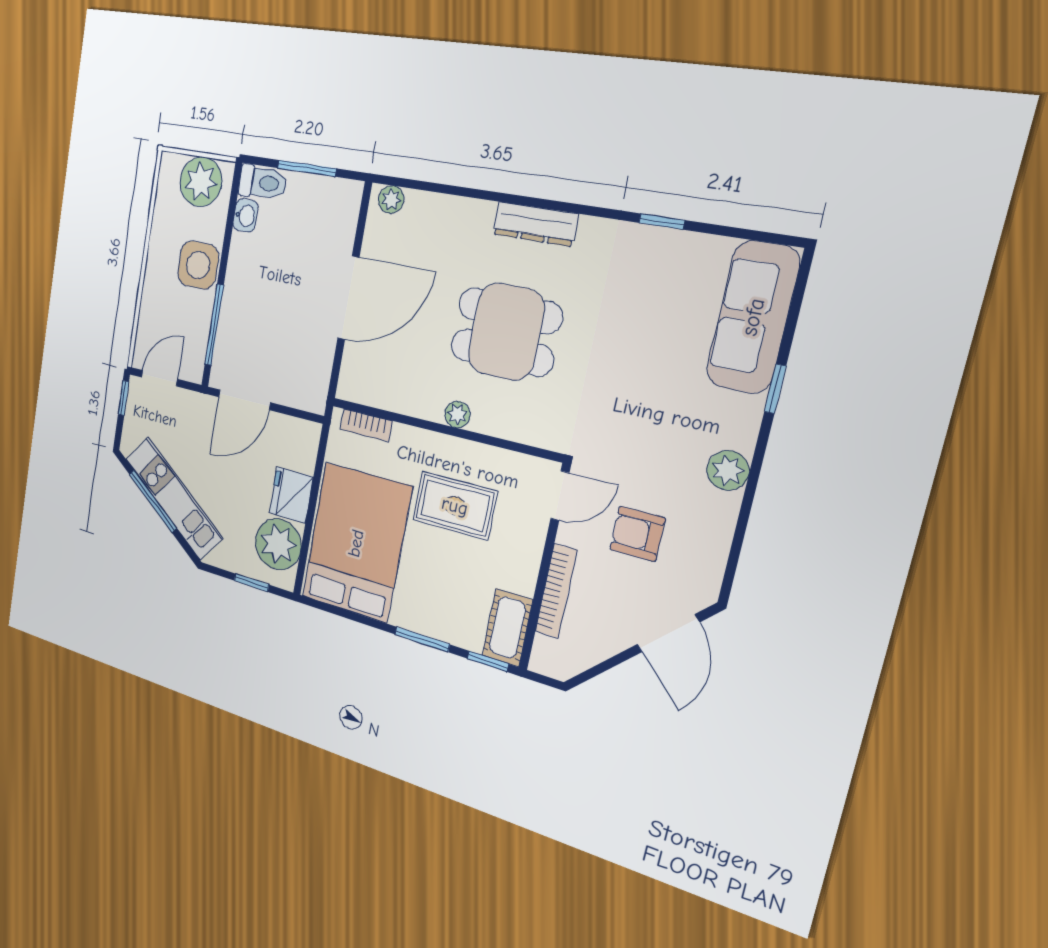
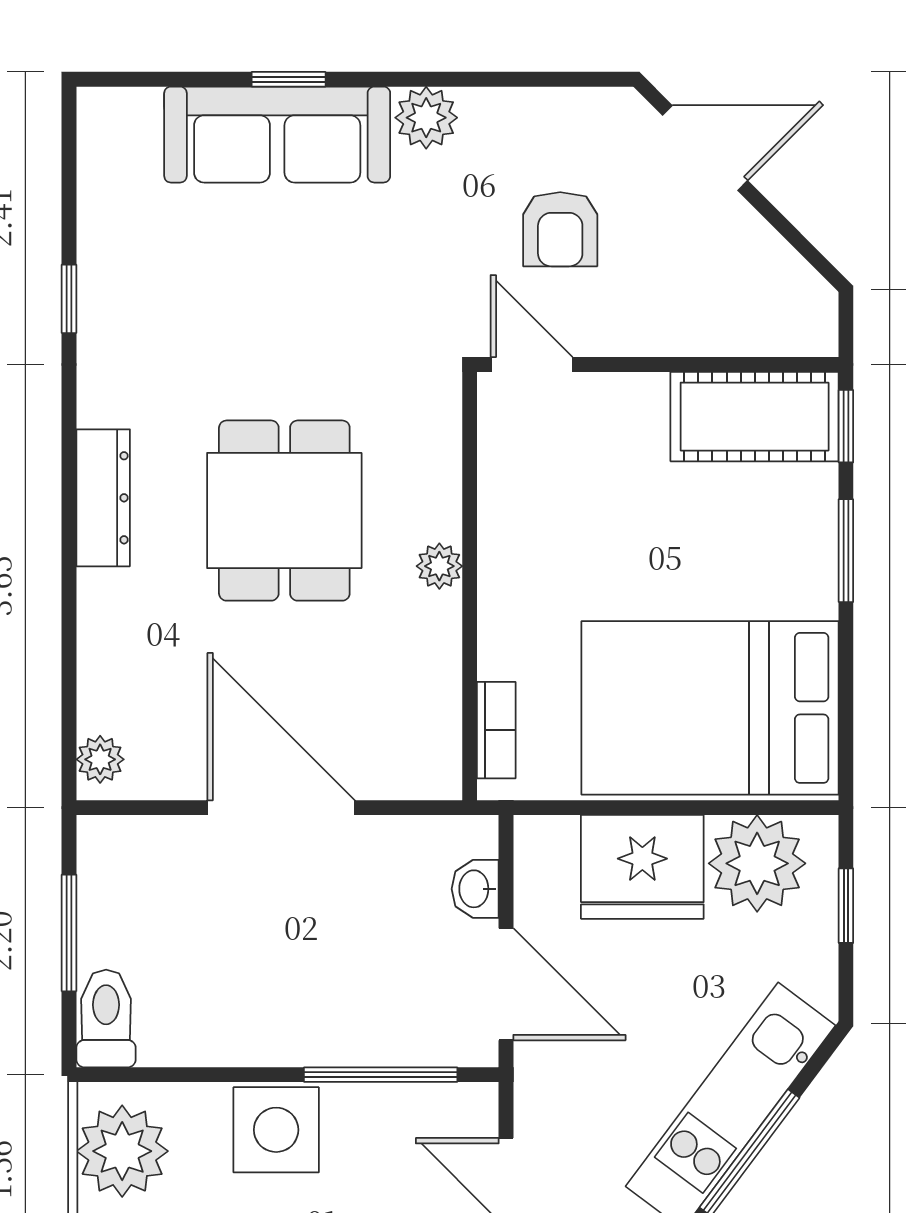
washbasin: (245, 215) -> (475, 889), moved, turned -90
sofa: (753, 317) -> (277, 135), moved
fridge: (291, 495) -> (642, 867), width x1.36, depth x1.34
rug: (455, 506) -> (595, 539), removed
bookcase: (556, 591) -> (690, 337), removed
cot: (507, 628) -> (755, 417), width x1.37, depth x1.34

